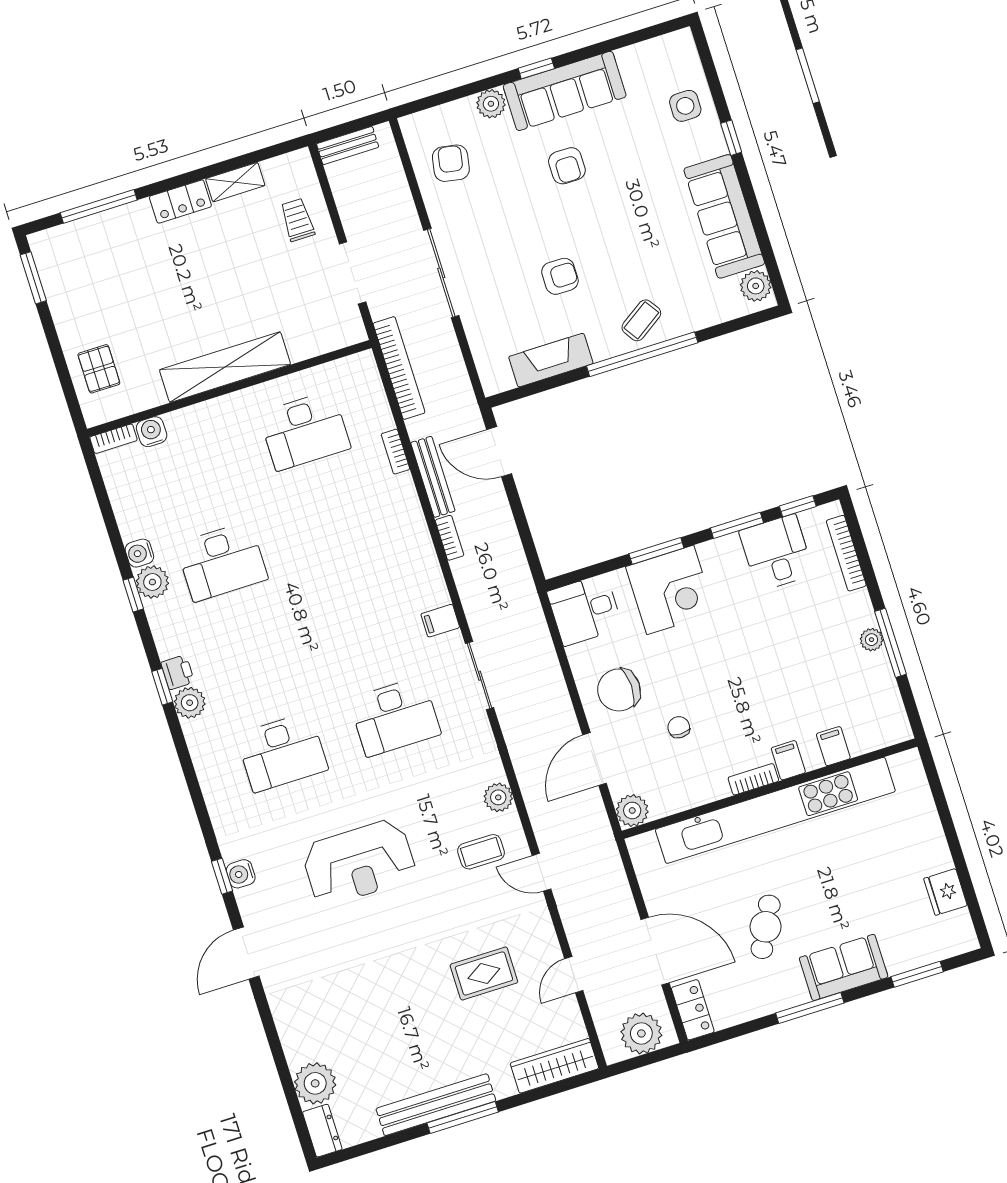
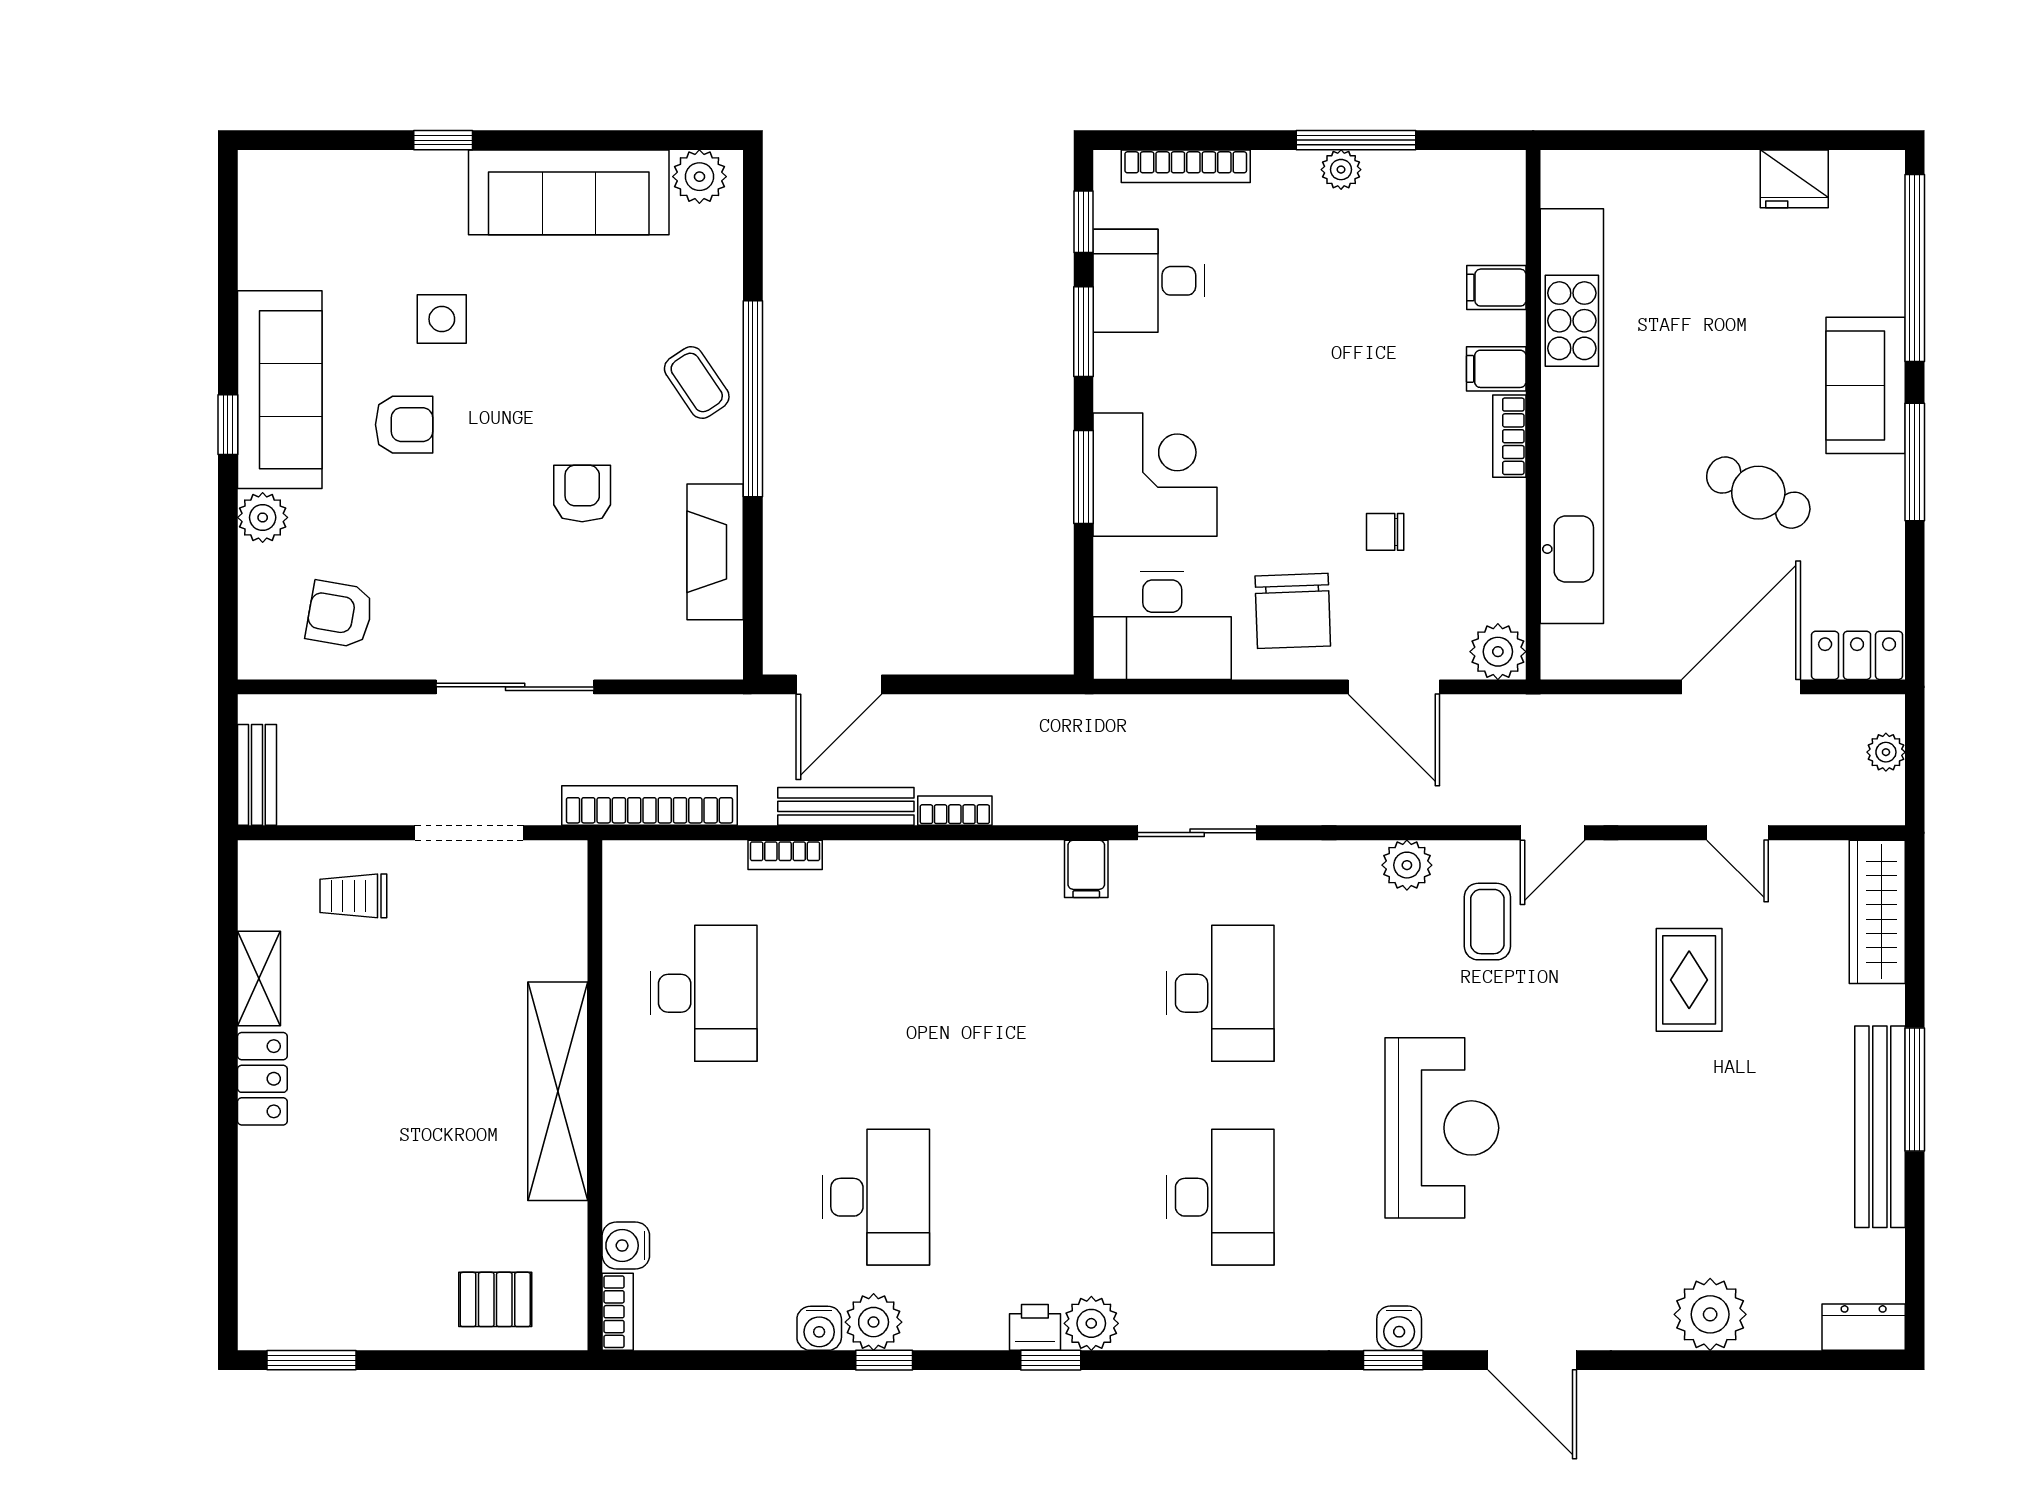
side table: (685, 106) -> (442, 319), moved
window: (99, 206) -> (228, 1216), removed
desk: (585, 610) -> (1162, 625), width x1.37
window: (917, 974) -> (1915, 268), width x2.11
plant: (641, 1033) -> (1886, 752), width x0.53, depth x0.53
plant: (315, 1083) -> (1710, 1314), moved

